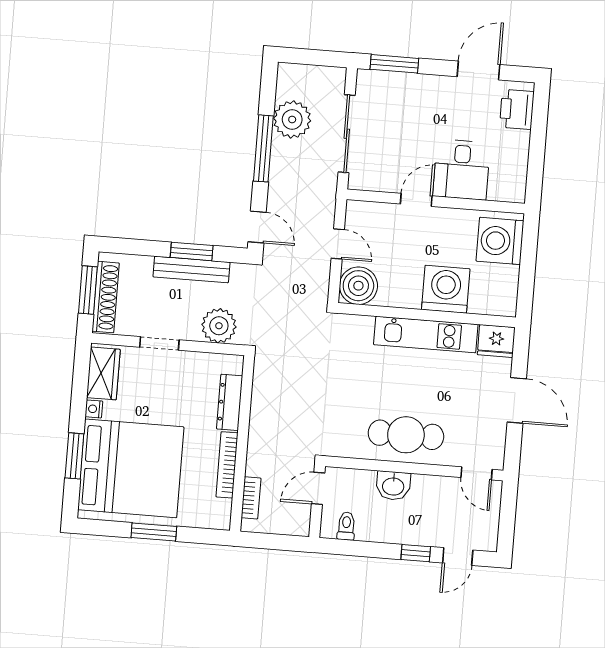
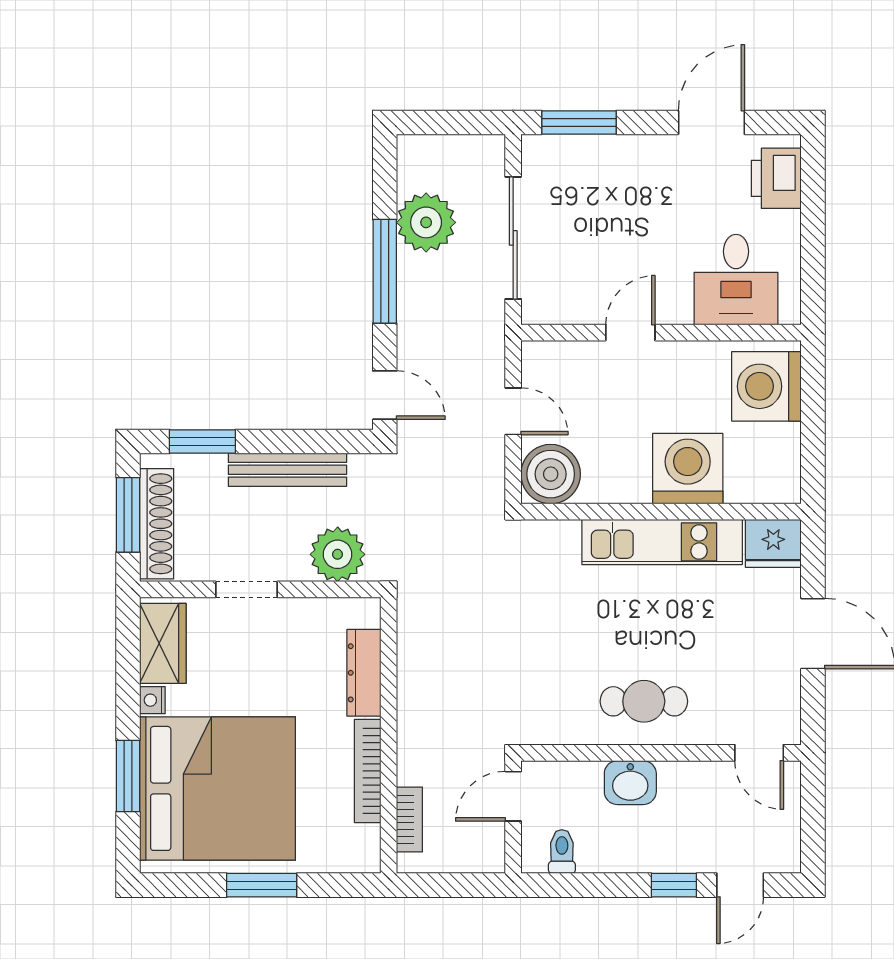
desk: (461, 170) -> (736, 280), moved
window: (192, 251) -> (202, 442), moved
cafe table: (406, 435) -> (644, 701), width x0.73, depth x0.74

